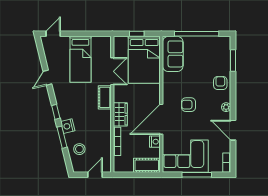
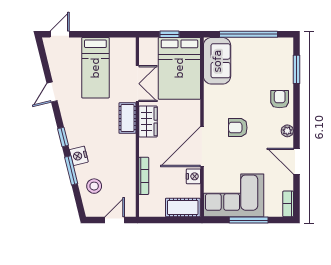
wardrobe: (120, 114) -> (148, 122), moved

